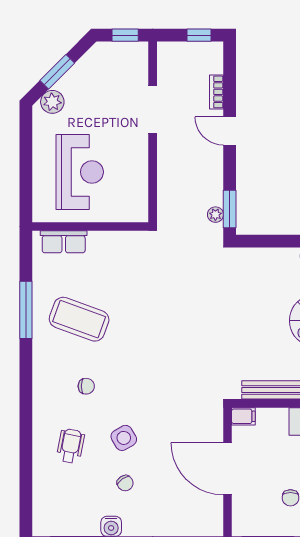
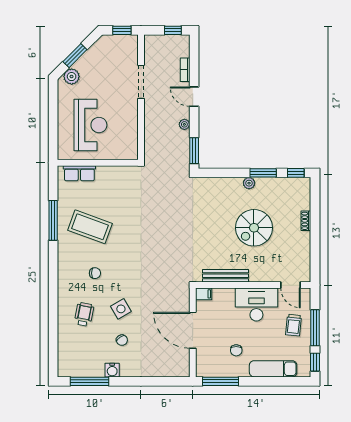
plant: (215, 215) -> (184, 124), moved

